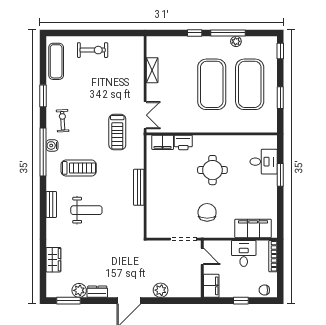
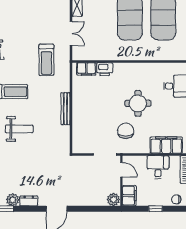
double door: (145, 115) -> (71, 33), moved
round table: (212, 170) -> (138, 103), moved
plant: (161, 290) -> (113, 200), moved

